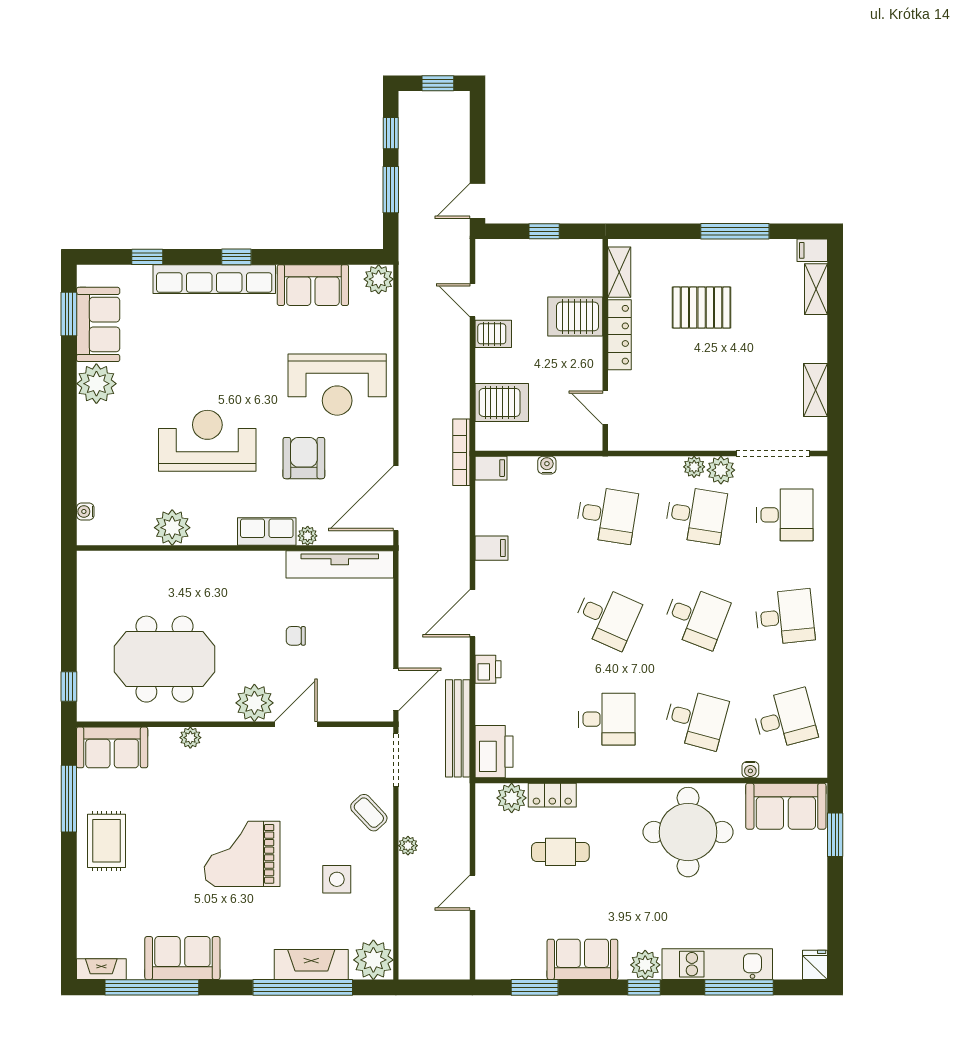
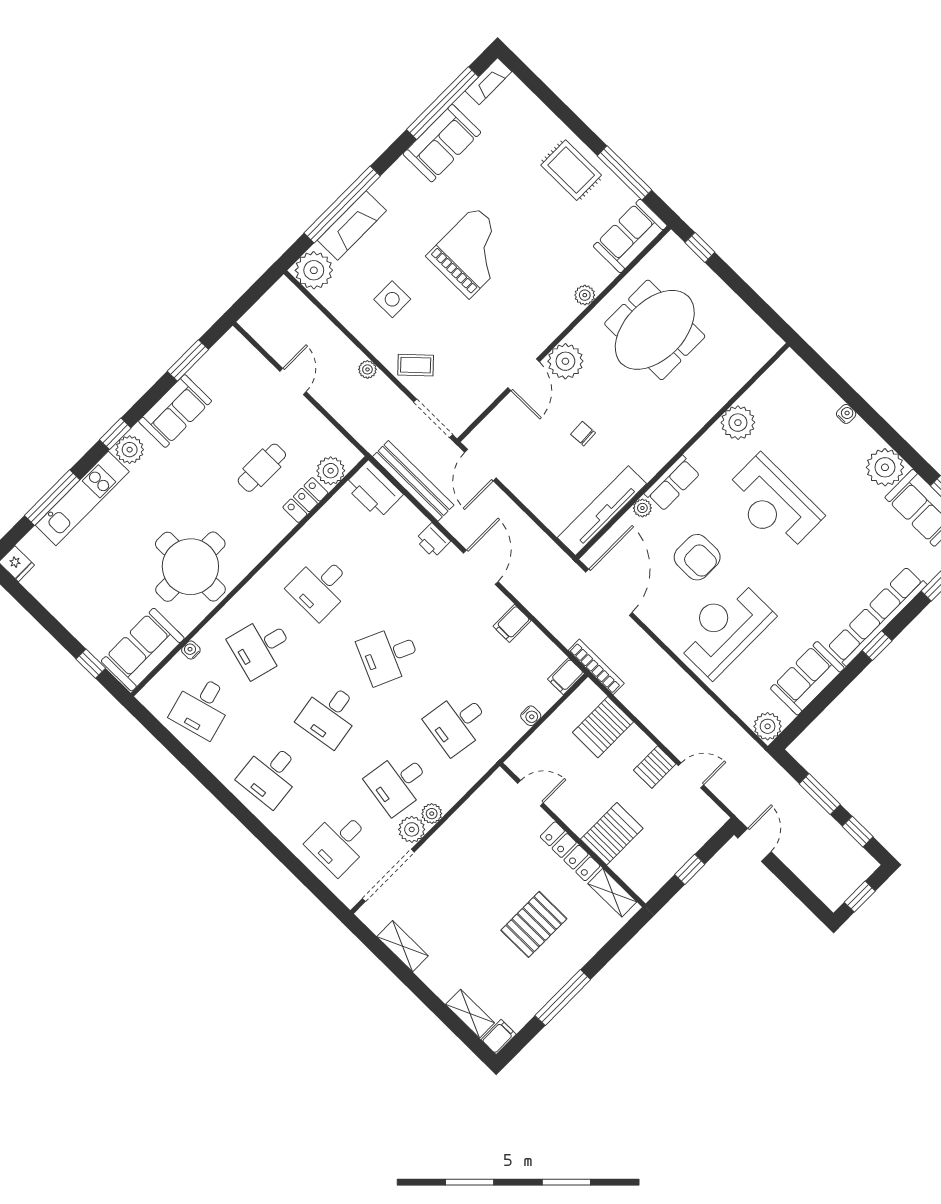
reception desk: (207, 441) -> (773, 504), turned 90
water cooler: (85, 511) -> (846, 414), moved
desk: (696, 617) -> (330, 715), turned -30
chair: (296, 636) -> (583, 434), turned -93
window: (835, 835) -> (91, 664), width x0.67

